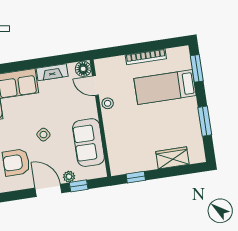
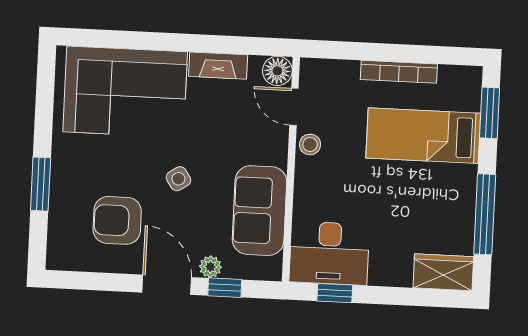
window: (205, 121) -> (485, 214), width x1.44
desk: (129, 157) -> (329, 253), added
wardrobe: (172, 158) -> (443, 272), moved

